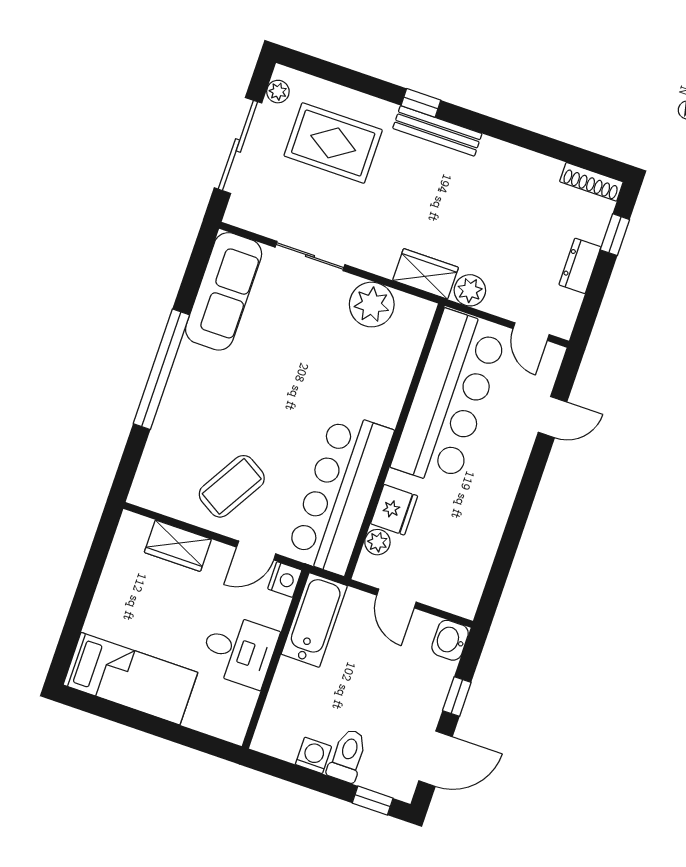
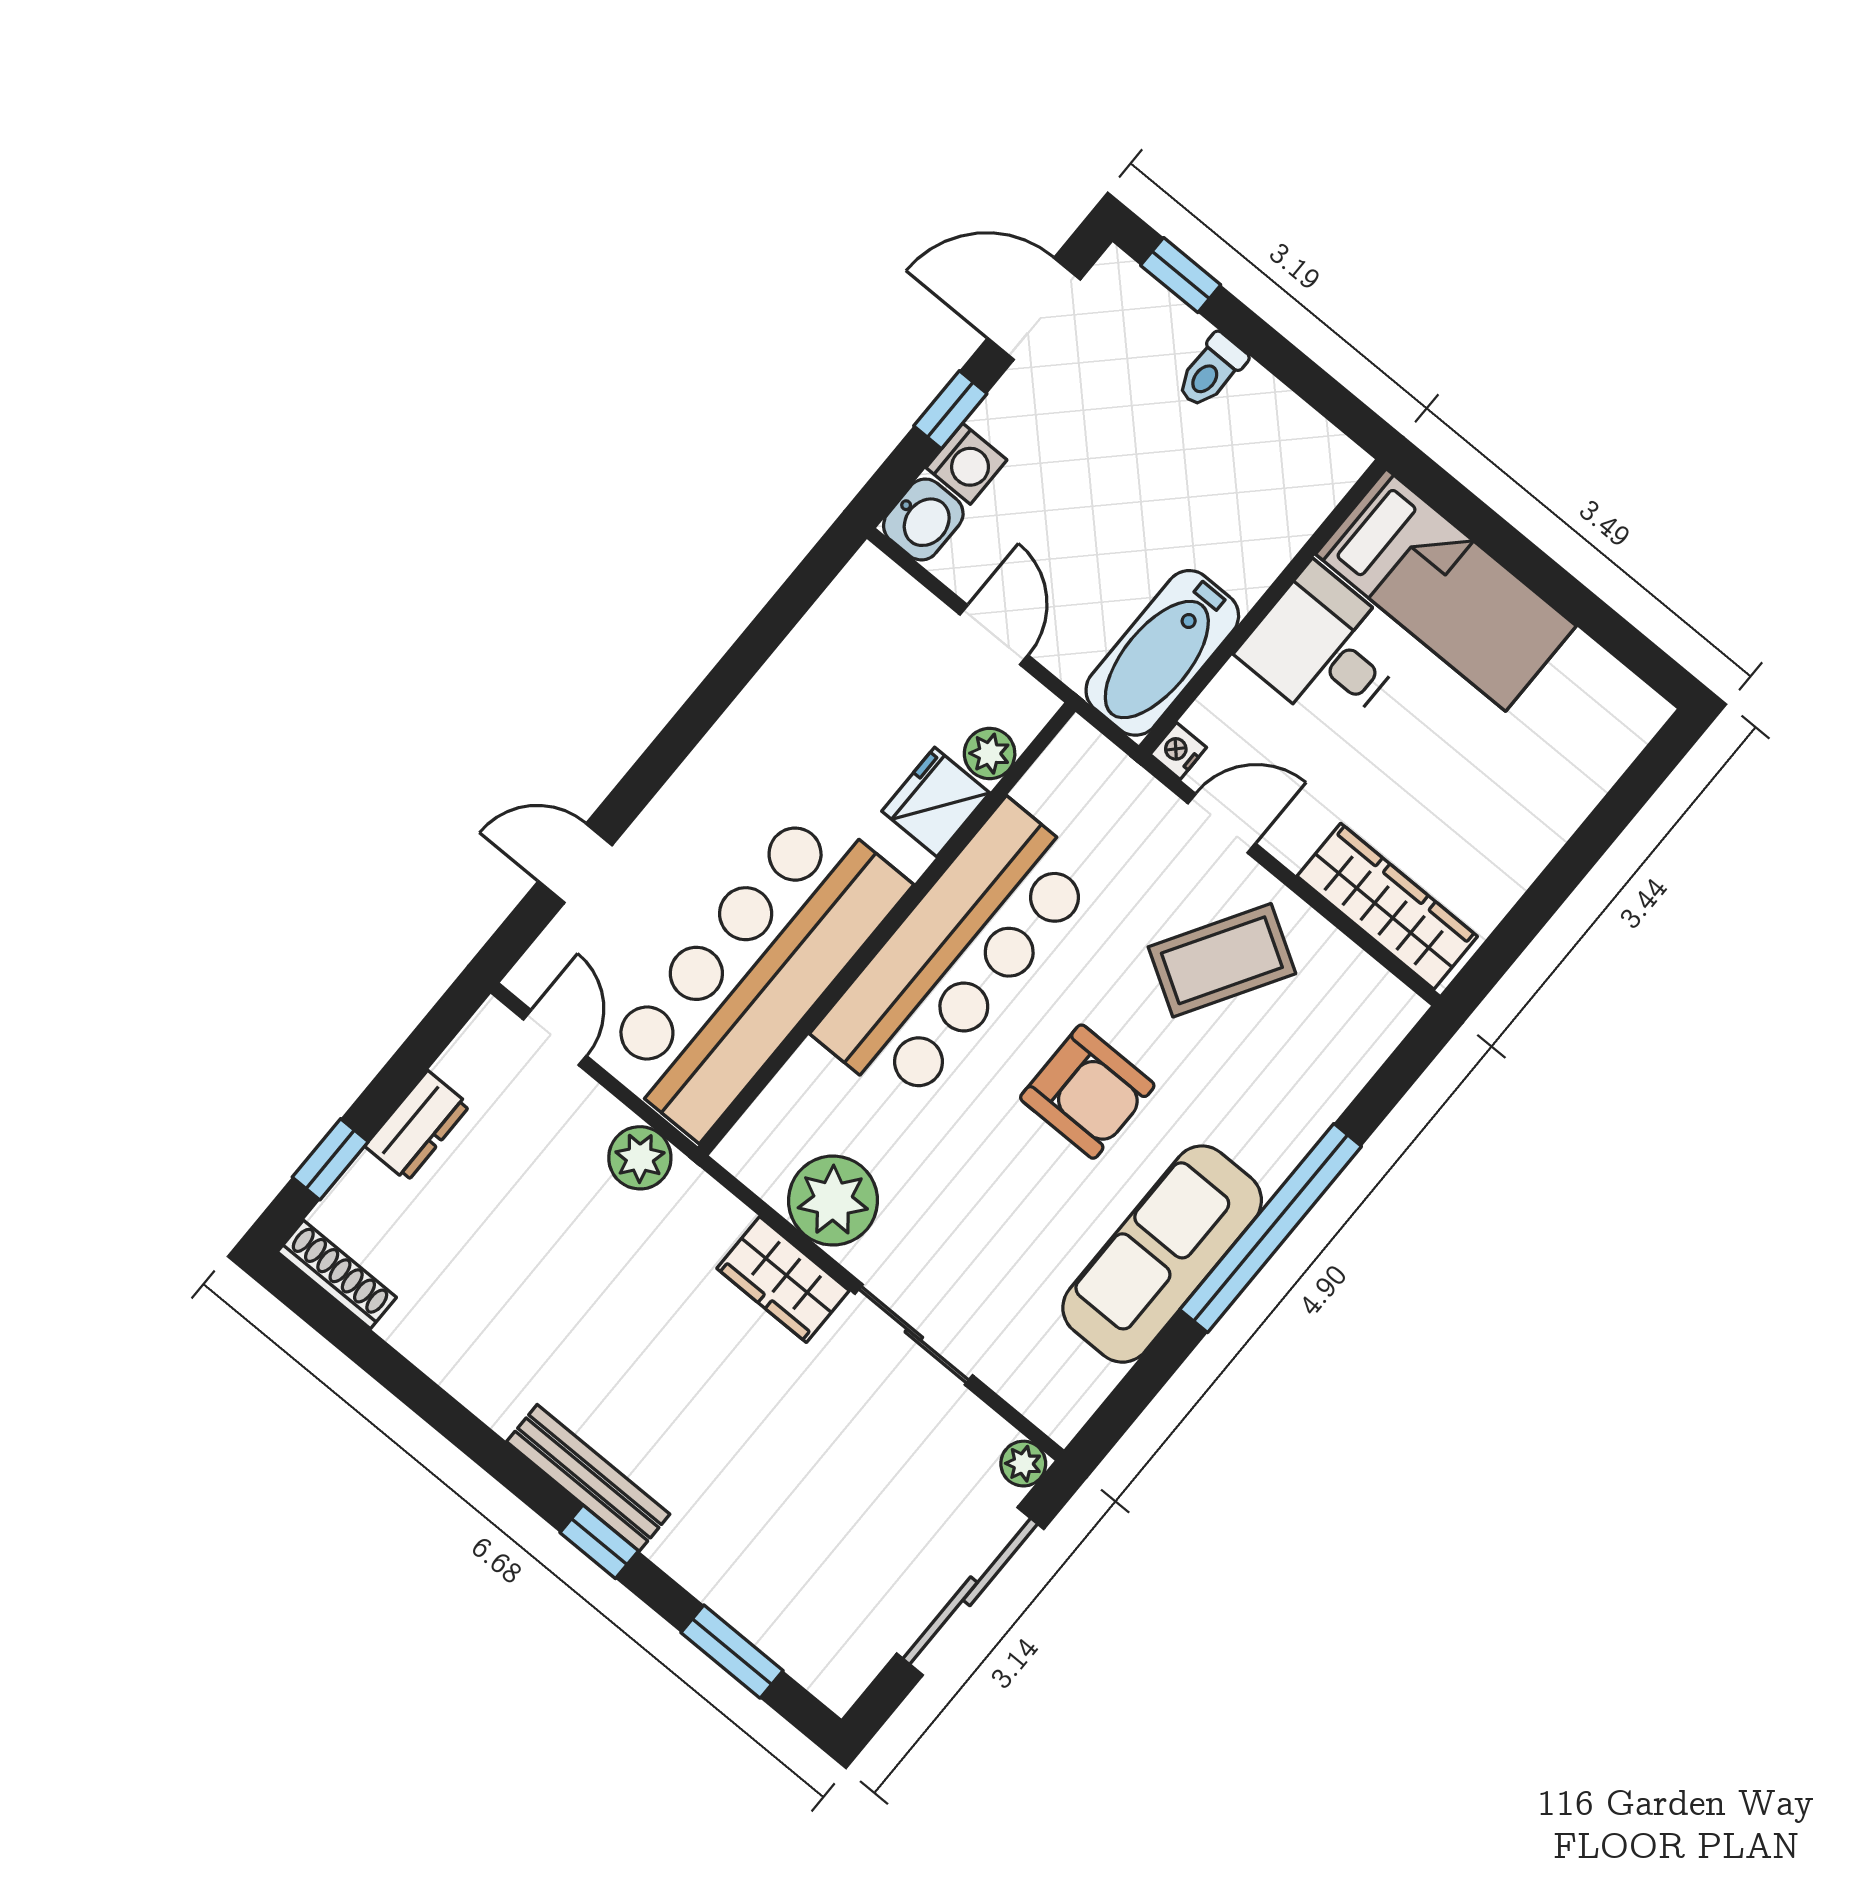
window: (339, 75) -> (732, 1652), added
plant: (278, 92) -> (1023, 1464), moved
rug: (333, 143) -> (791, 1529), removed
wardrobe: (426, 274) -> (783, 1280), moved
sofa: (224, 291) -> (1162, 1254), moved
armchair: (272, 401) -> (1087, 1092), added
bar counter: (340, 493) -> (956, 955), moved
wardrobe: (178, 546) -> (1387, 906), width x1.50
nightstand: (285, 579) -> (1178, 751), width x0.72, depth x0.74
bed: (130, 679) -> (1446, 590), moved, turned 180
washing machine: (313, 755) -> (966, 464), moved, turned -90
toilet: (347, 756) -> (1211, 371), width x0.73, depth x0.72

